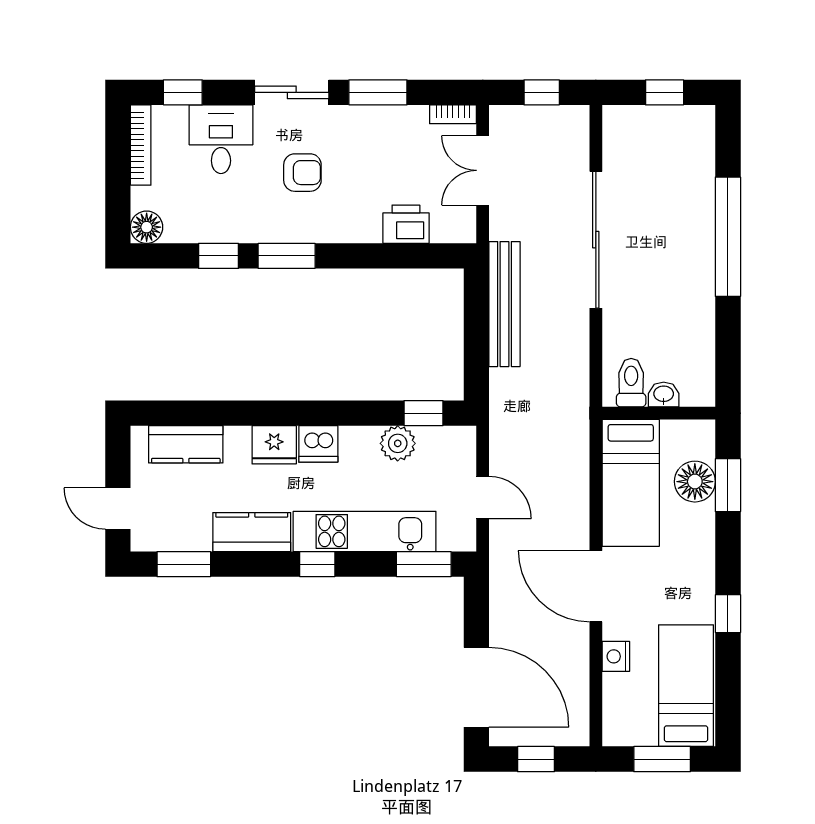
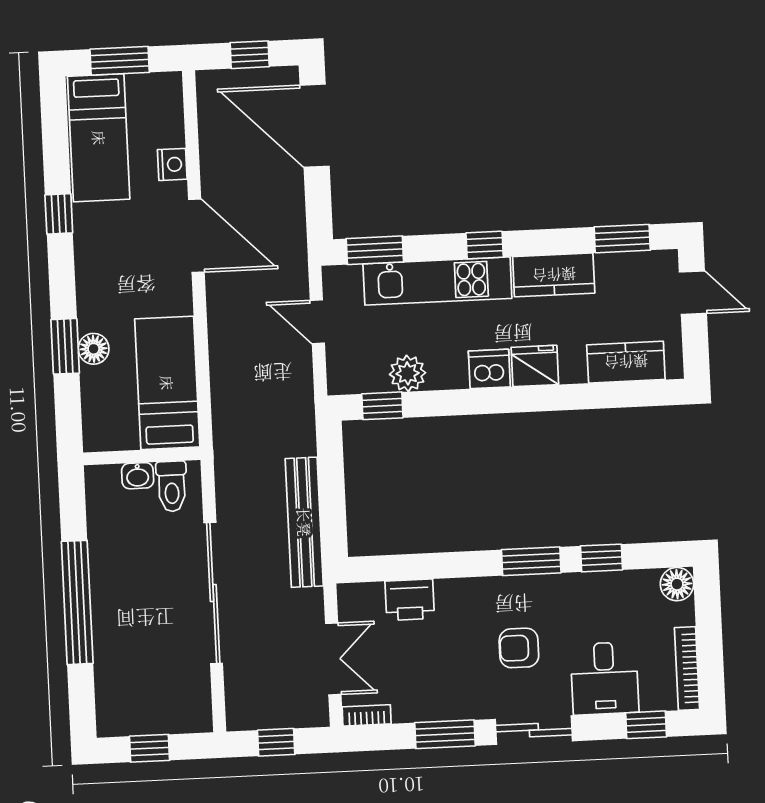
toilet: (631, 383) -> (172, 486), moved
washbasin: (664, 394) -> (138, 476), moved
wall: (659, 413) -> (142, 456), moved
floor lamp: (695, 482) -> (94, 349), width x0.73, depth x0.73
bed: (631, 483) -> (167, 383), moved

